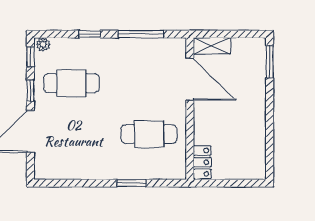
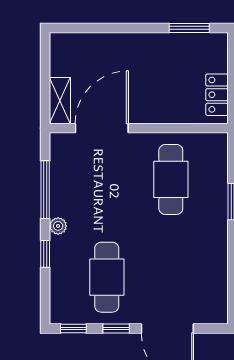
plant: (43, 44) -> (58, 226), moved
window: (270, 62) -> (189, 28), moved
locker: (202, 162) -> (217, 95), moved, turned -90

